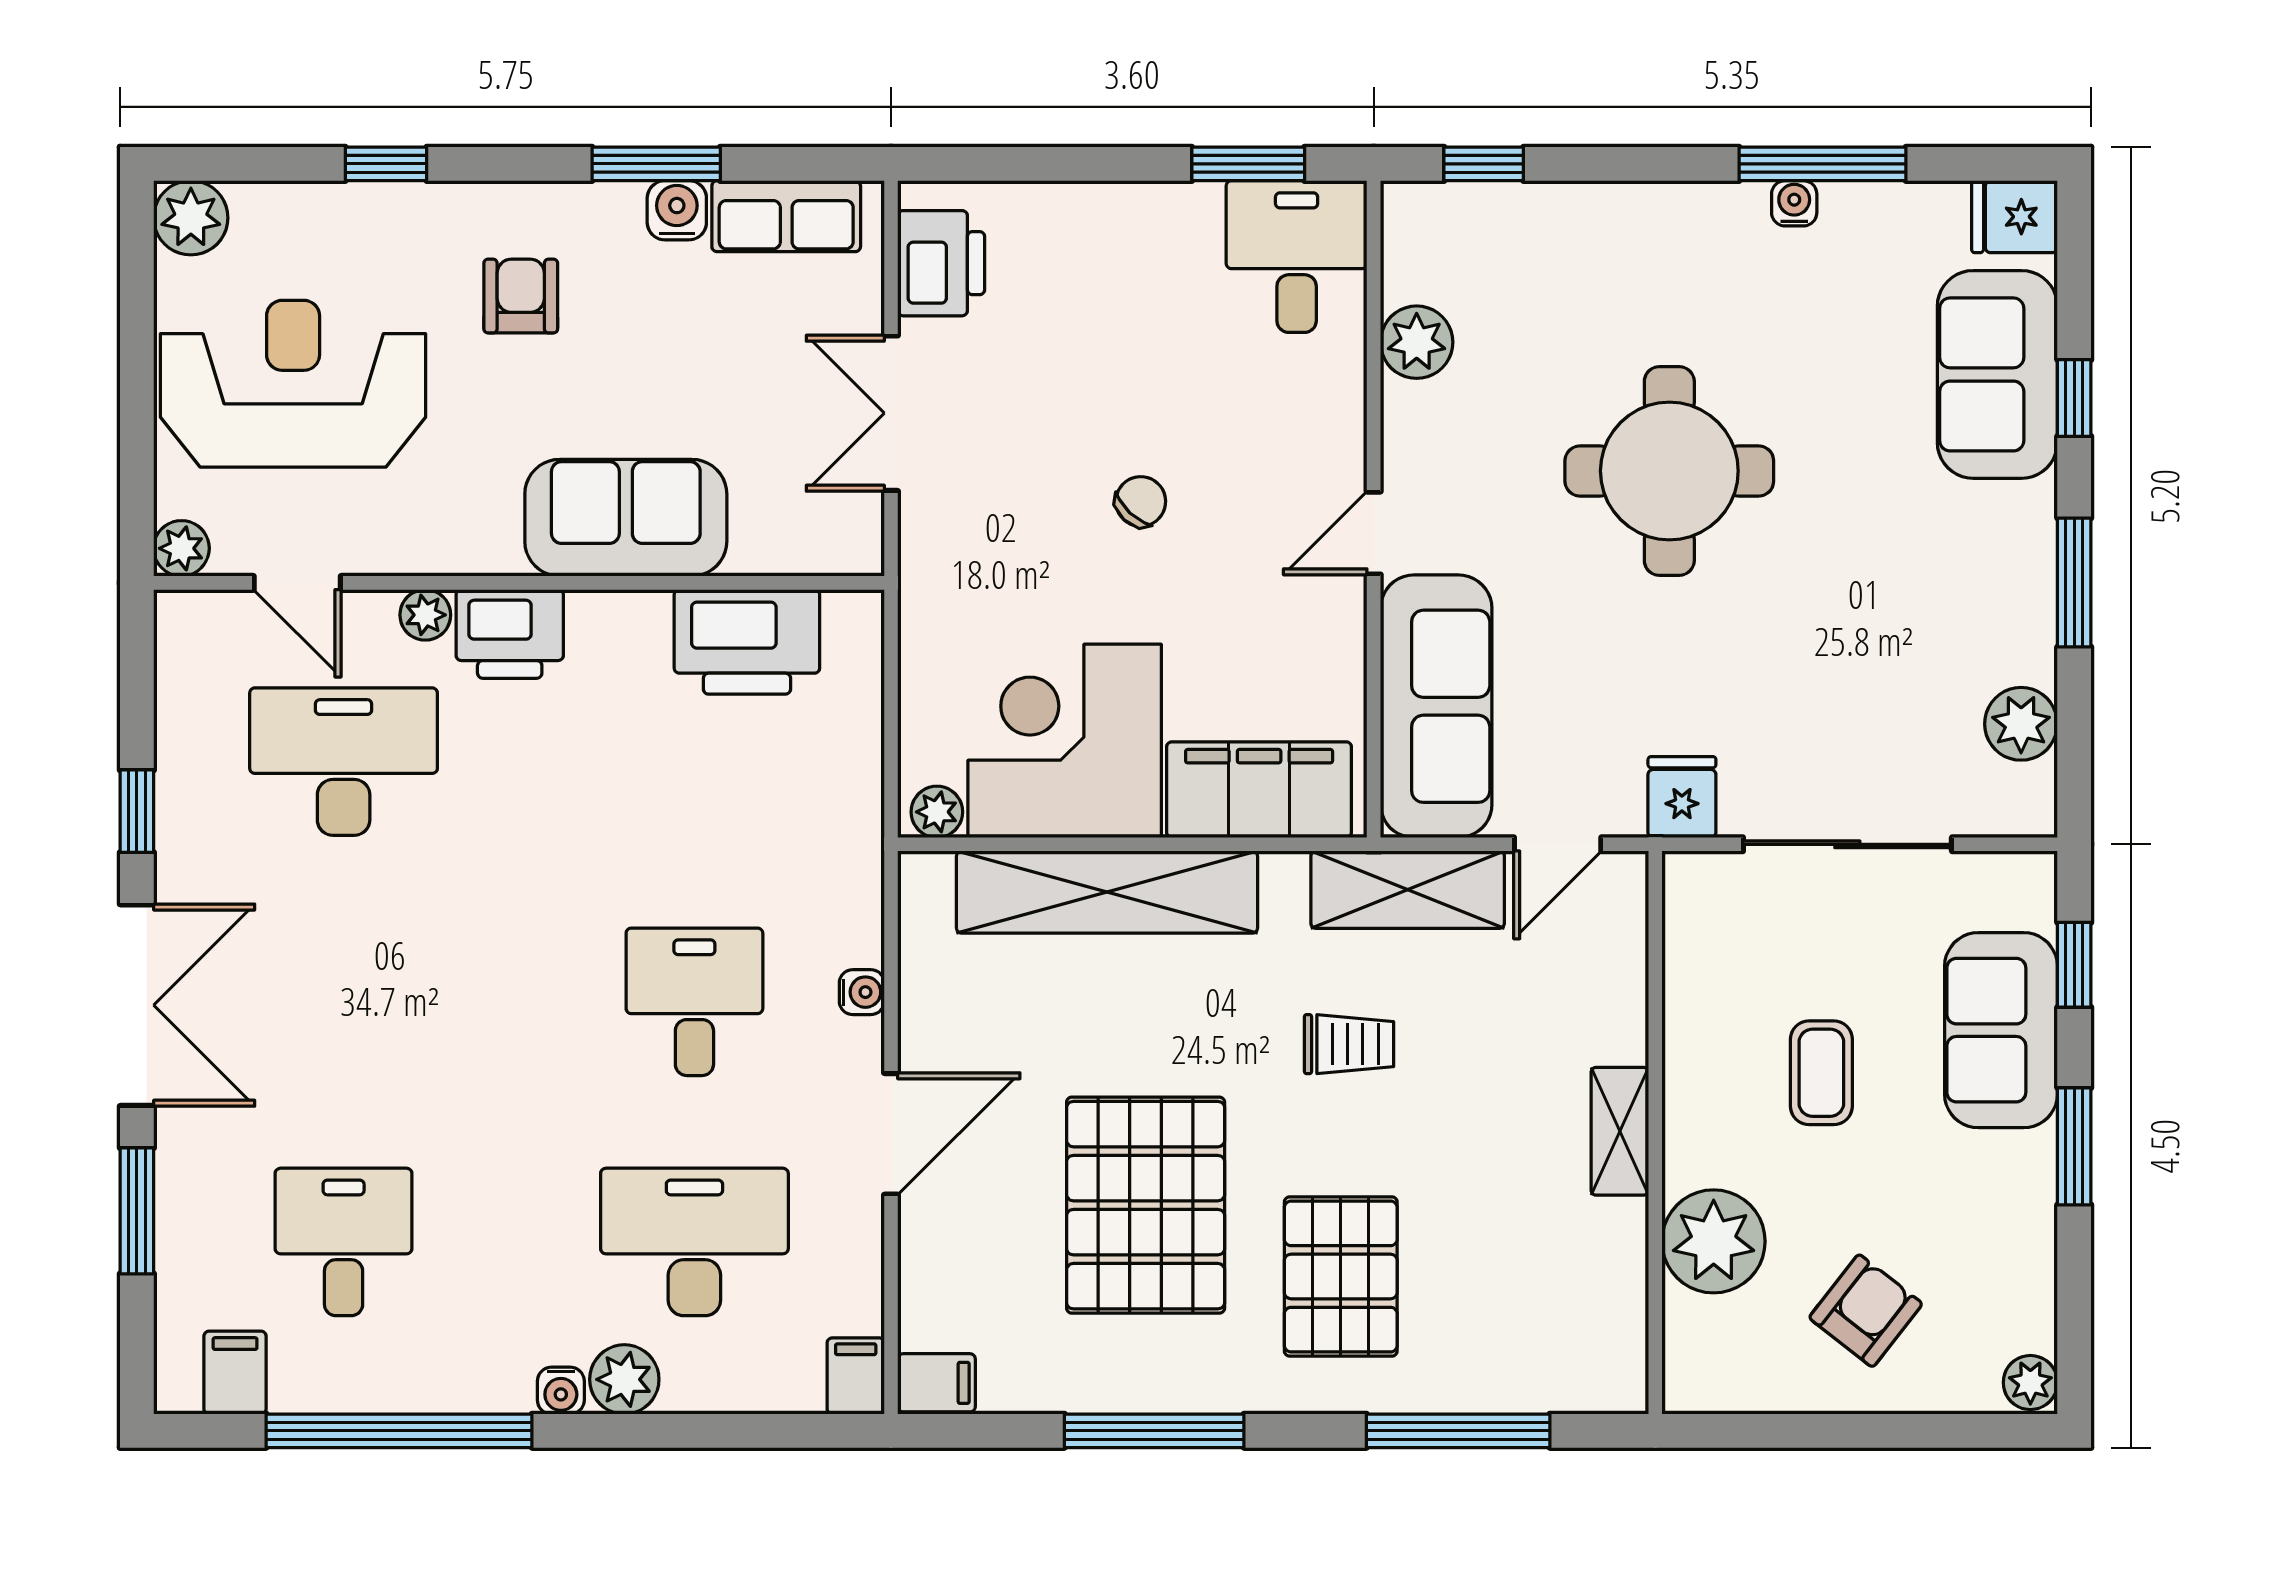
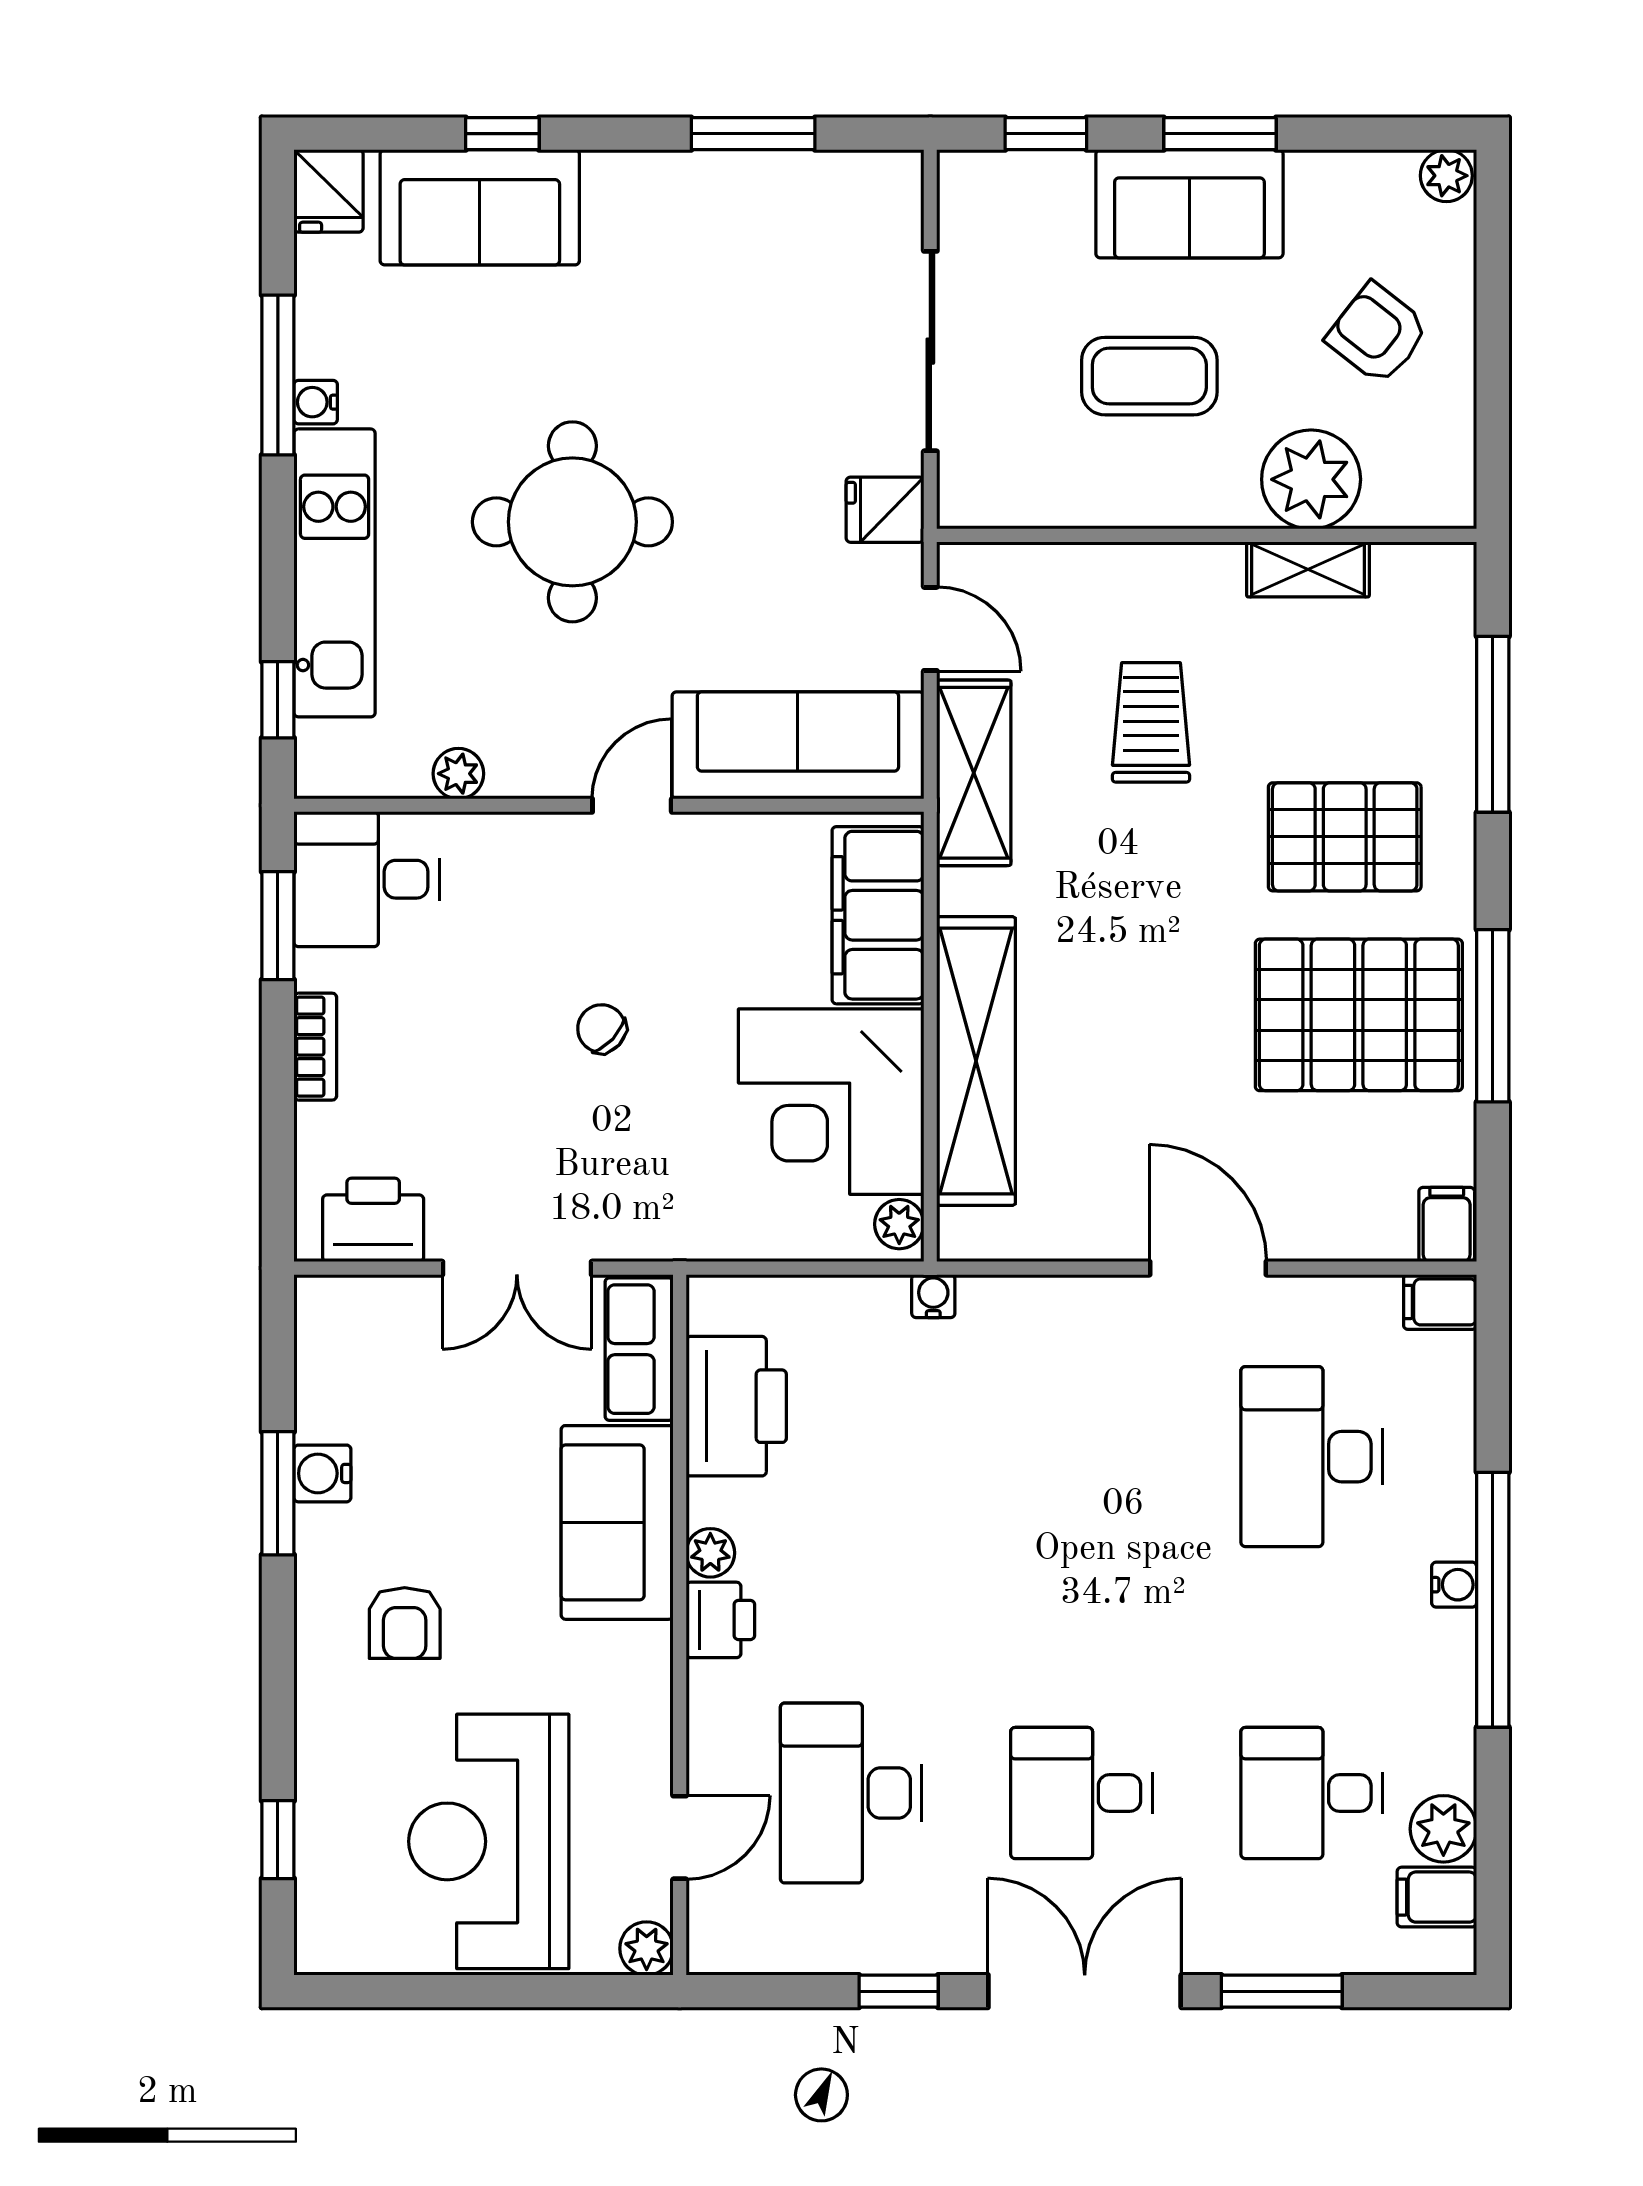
window: (386, 164) -> (278, 1840), moved
bookcase: (1122, 203) -> (315, 1047), added
row of seats: (786, 216) -> (639, 1349), moved, turned 180
plant: (191, 218) -> (330, 1939), removed
kitchen unit: (1616, 223) -> (335, 573), added
armchair: (521, 296) -> (405, 1623), turned -90
plant: (1417, 342) -> (458, 774), width x0.73, depth x0.73
door: (1374, 533) -> (632, 805), swing flipped
window: (2074, 582) -> (753, 134), moved
plant: (425, 615) -> (710, 1553), moved
printer: (510, 634) -> (720, 1620), width x0.73, depth x0.81
plant: (2021, 724) -> (815, 185), removed
water cooler: (862, 992) -> (933, 1296), moved
desk: (694, 1002) -> (1081, 1793), moved
sofa: (2001, 1030) -> (1189, 204), moved
trolley: (1349, 1044) -> (1151, 722), moved, width x1.36, depth x1.39
coffee table: (1821, 1073) -> (1149, 376), width x1.36, depth x1.30
shelving: (1620, 1131) -> (1308, 569), moved
pallet: (1146, 1205) -> (1359, 1015), moved
plant: (624, 1379) -> (1443, 1829), moved
window: (399, 1431) -> (1493, 1600), moved

